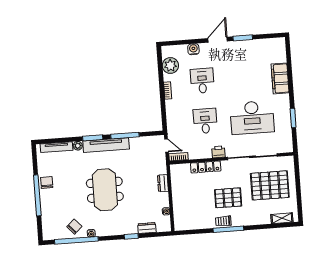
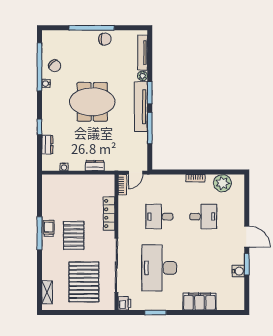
water cooler: (193, 49) -> (238, 271), moved
desk: (205, 121) -> (159, 217), turned 180
printer: (218, 152) -> (124, 303), moved

